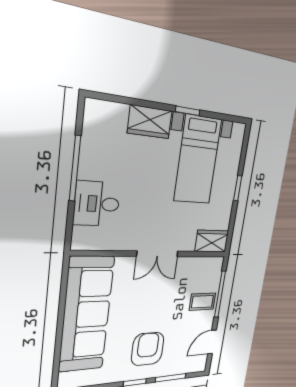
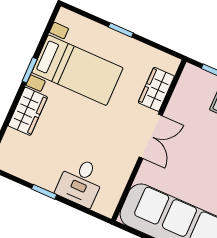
window: (75, 168) -> (44, 192), width x0.46
wardrobe: (212, 241) -> (156, 89), moved

